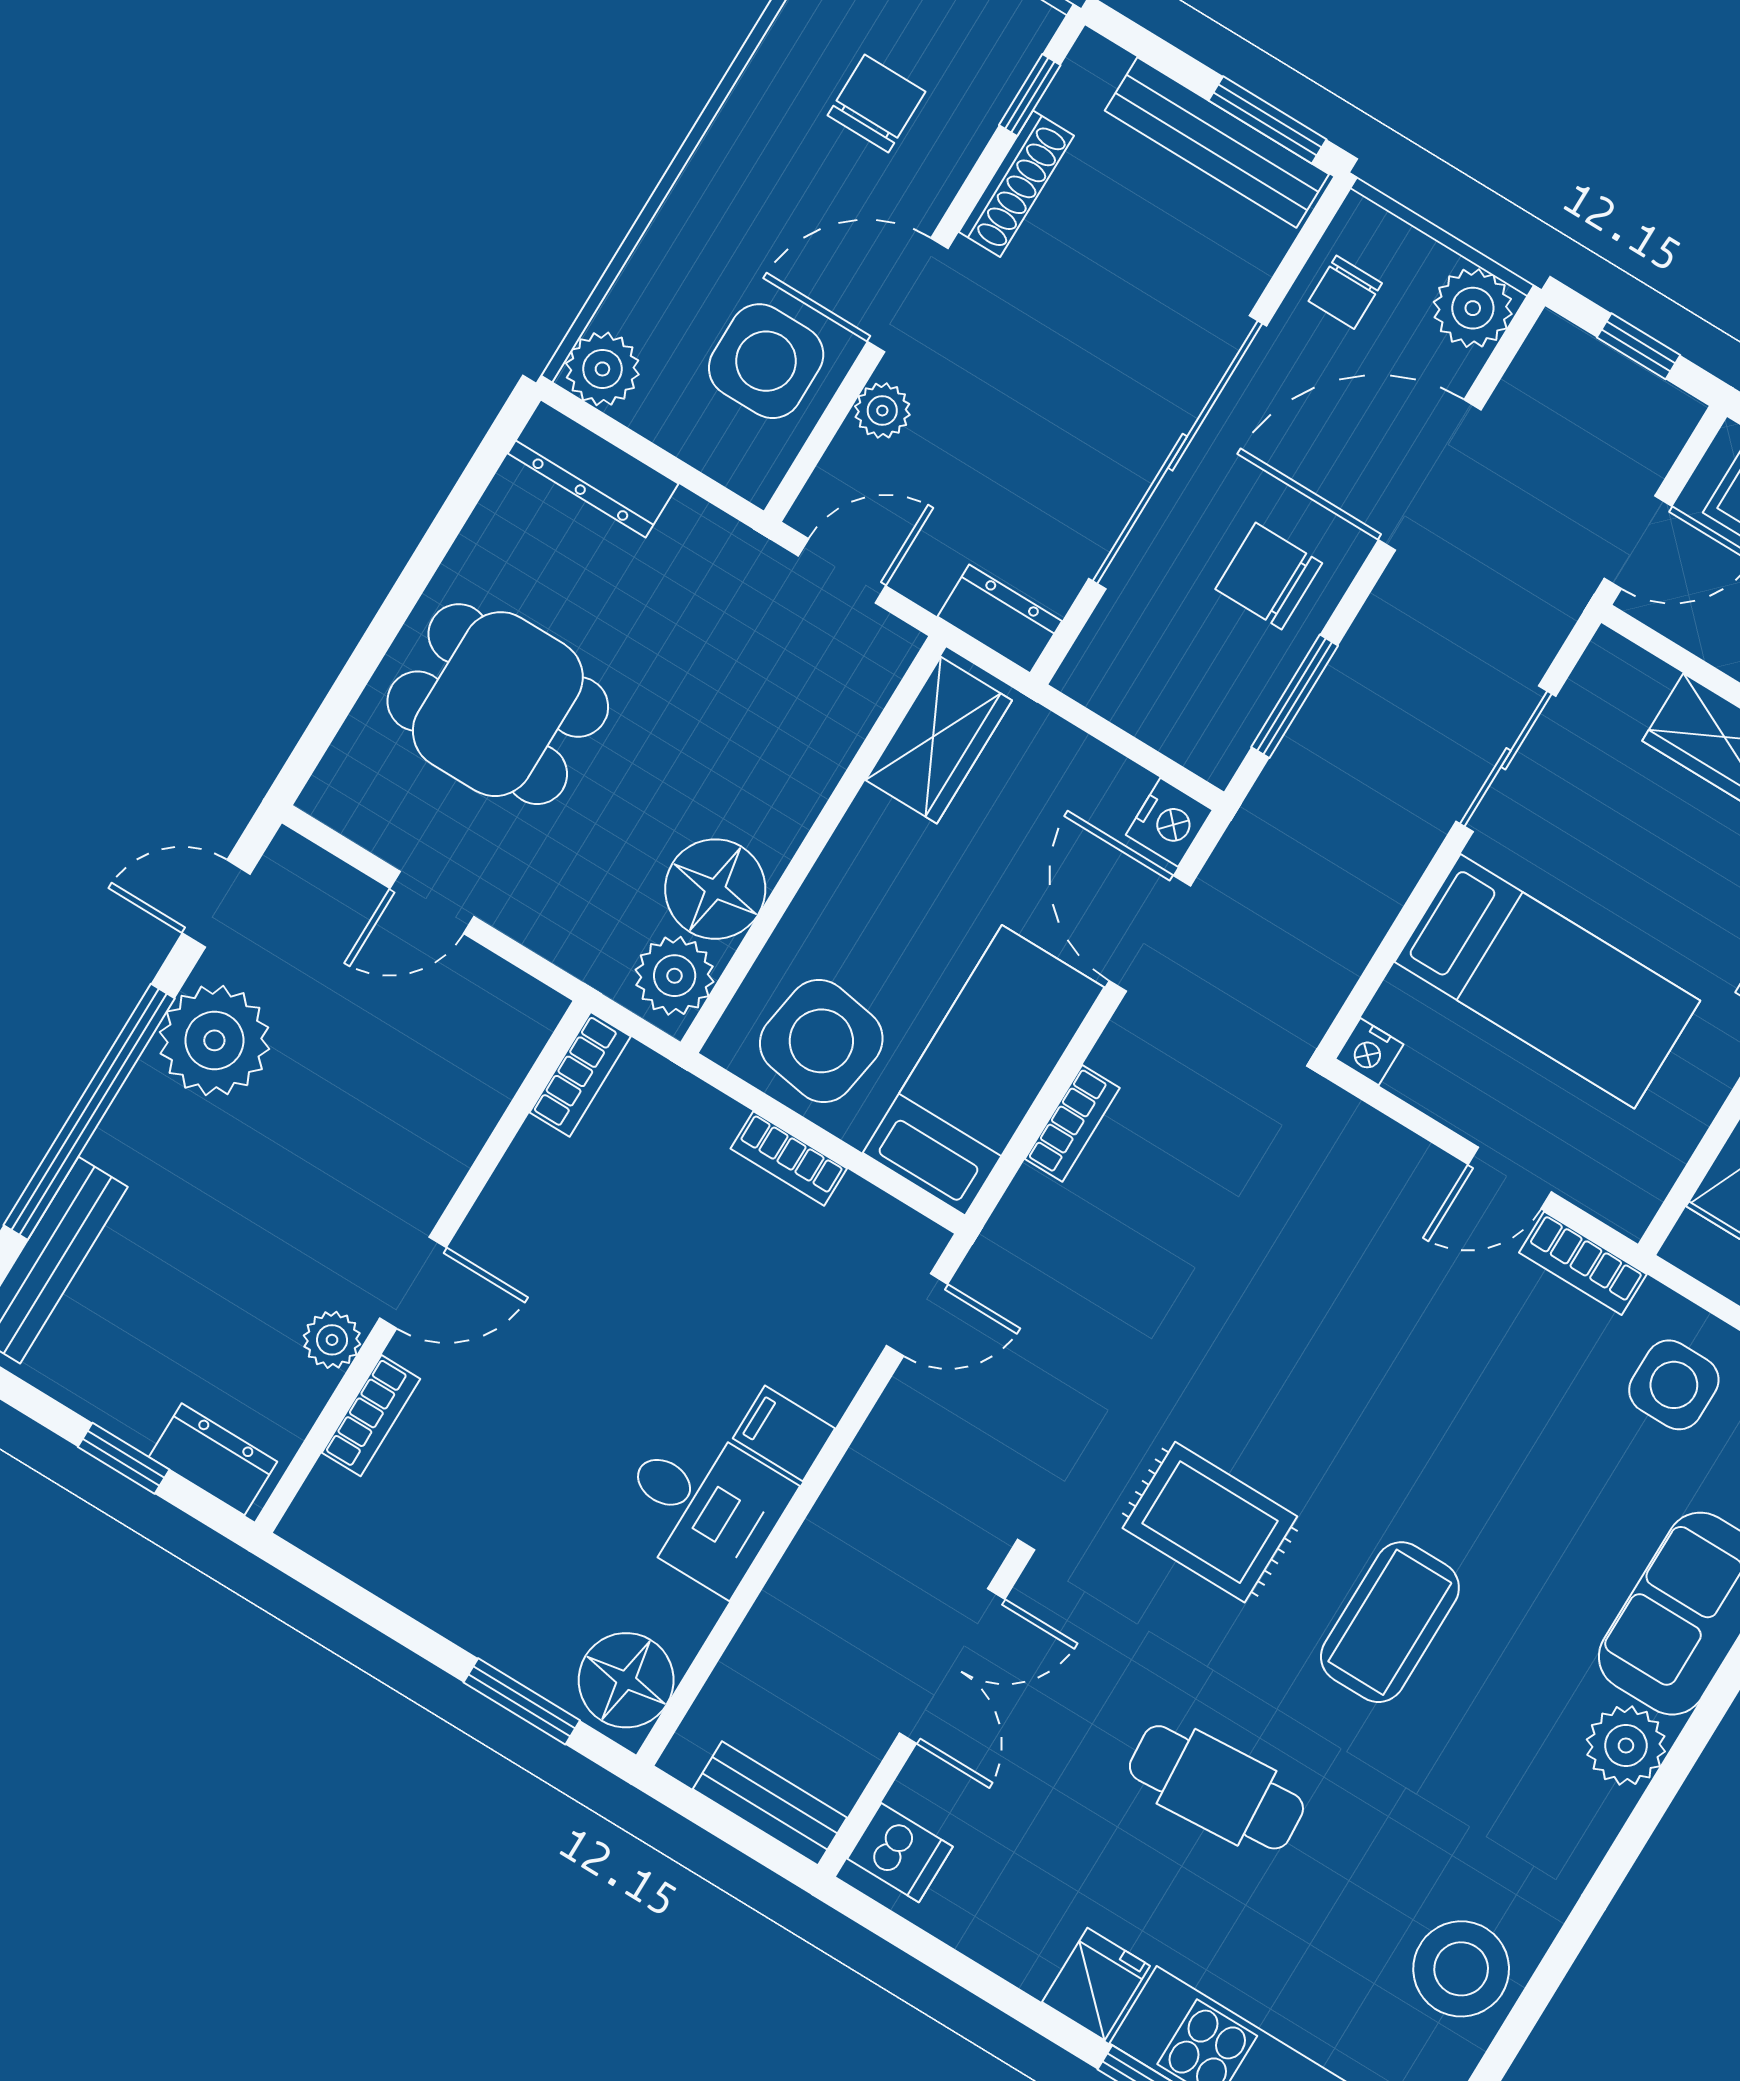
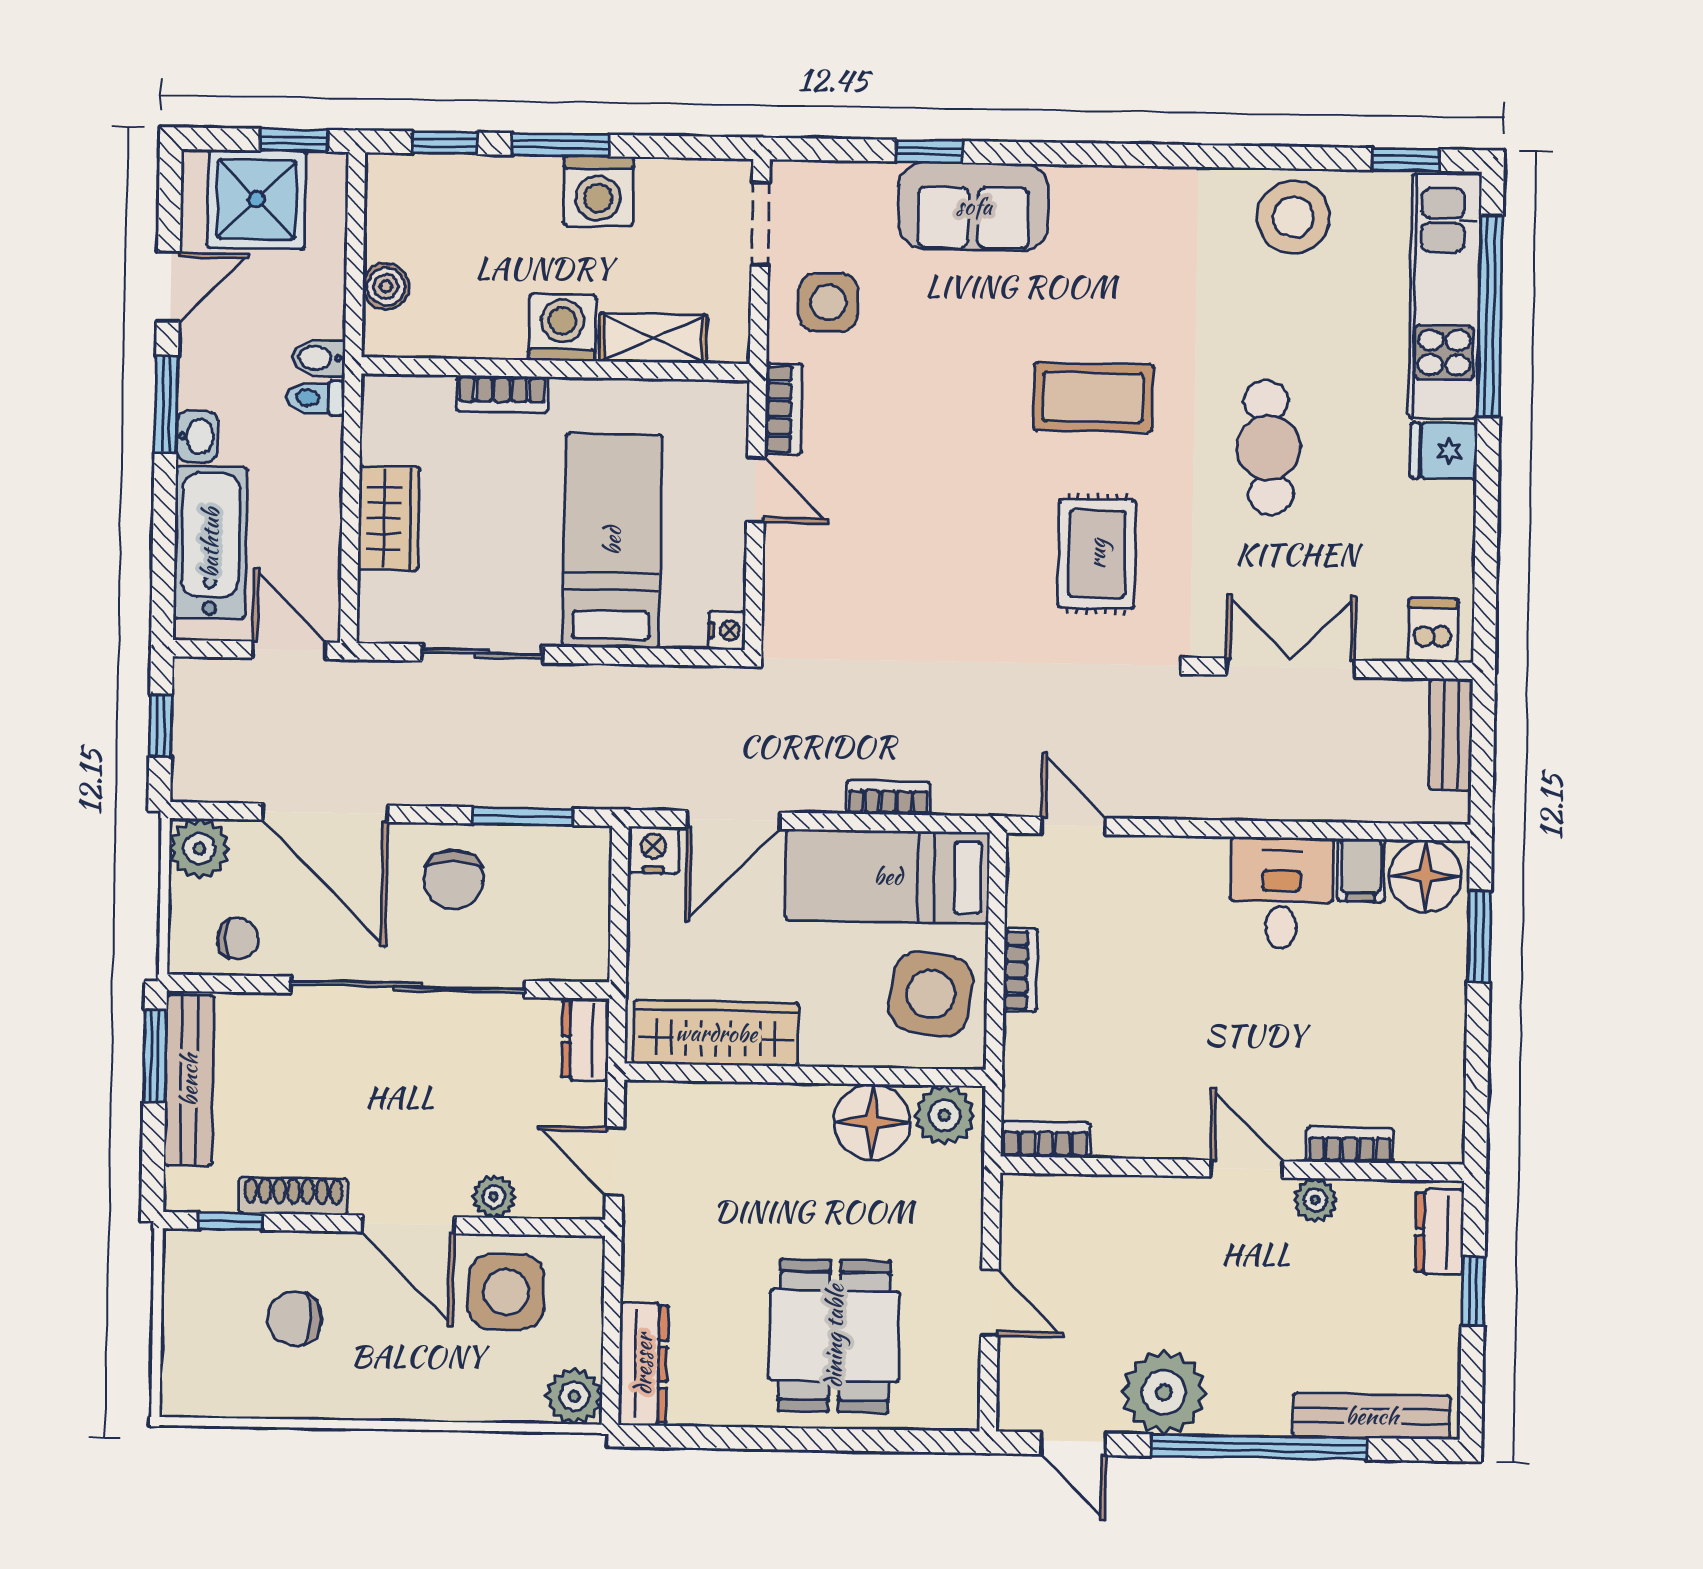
wardrobe: (939, 740) -> (716, 1033), width x1.50
filing cabinet: (784, 1433) -> (1361, 870), moved
plant: (1626, 1746) -> (1083, 195), removed

